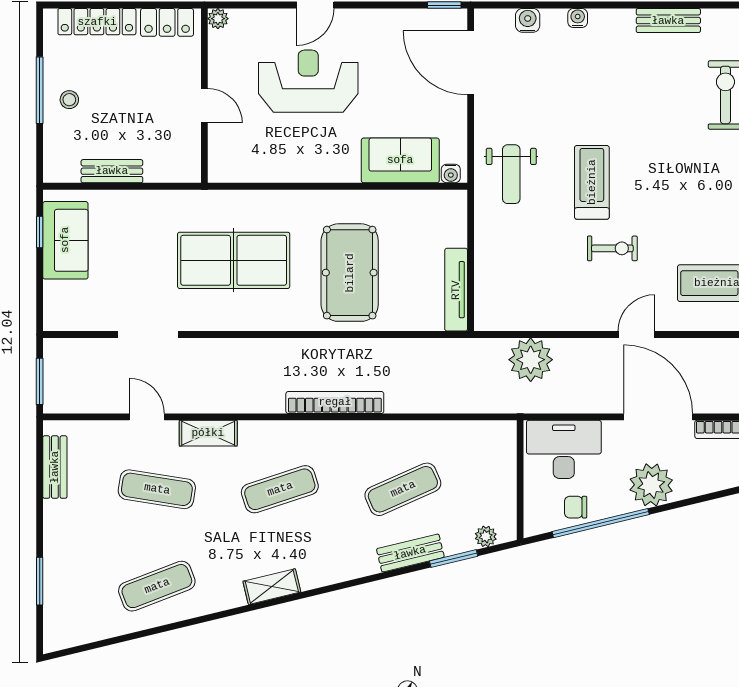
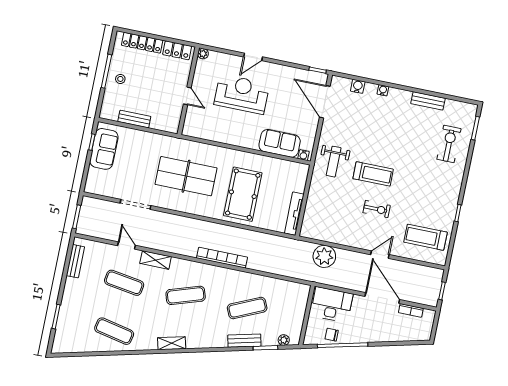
treadmill: (592, 182) -> (373, 174), turned 90
plant: (651, 485) -> (372, 331), removed
exercise mat: (157, 586) -> (114, 331), turned 33

